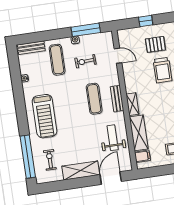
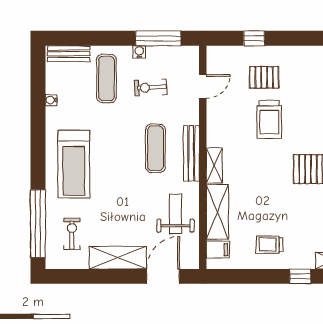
door: (118, 56) -> (203, 86), hinge flipped
bench: (117, 99) -> (191, 153), width x1.36

